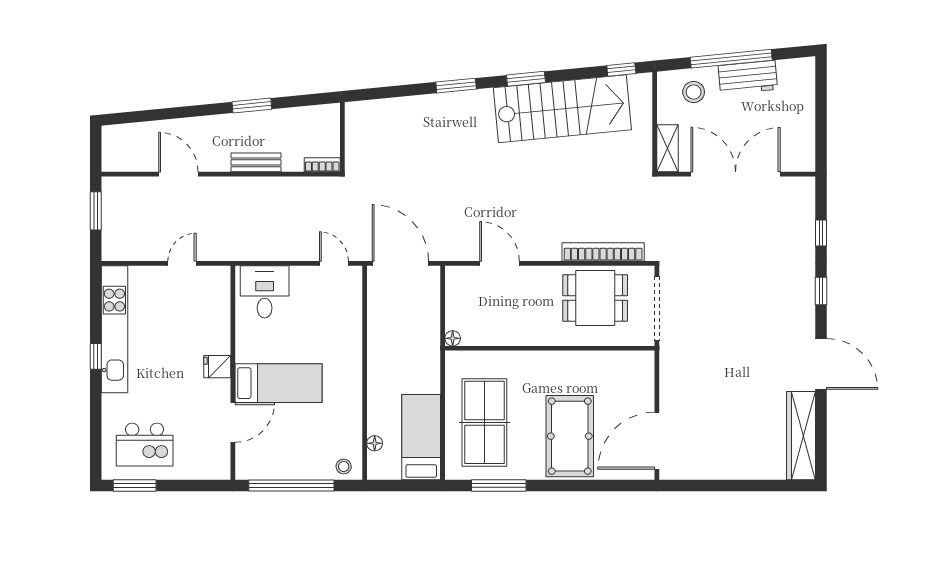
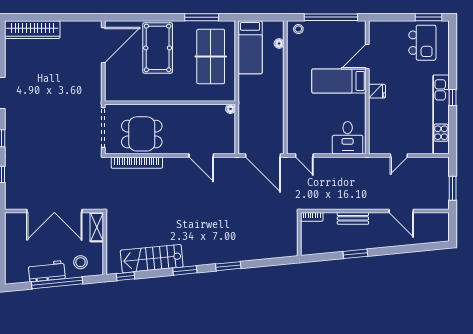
stairs: (562, 109) -> (152, 259), width x0.73, depth x0.66
wardrobe: (801, 436) -> (32, 30), moved, turned 90
kitchen island: (145, 445) -> (422, 43), turned 90

